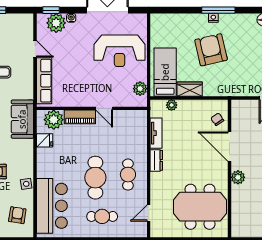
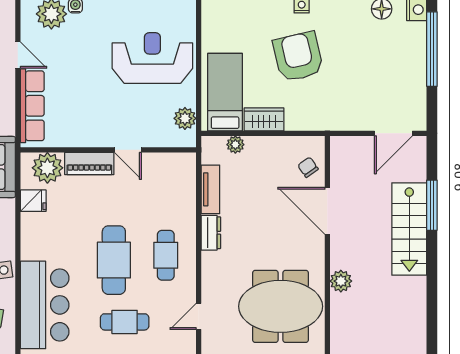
reception desk: (120, 51) -> (152, 58), turned 180
plant: (238, 177) -> (341, 281), moved

